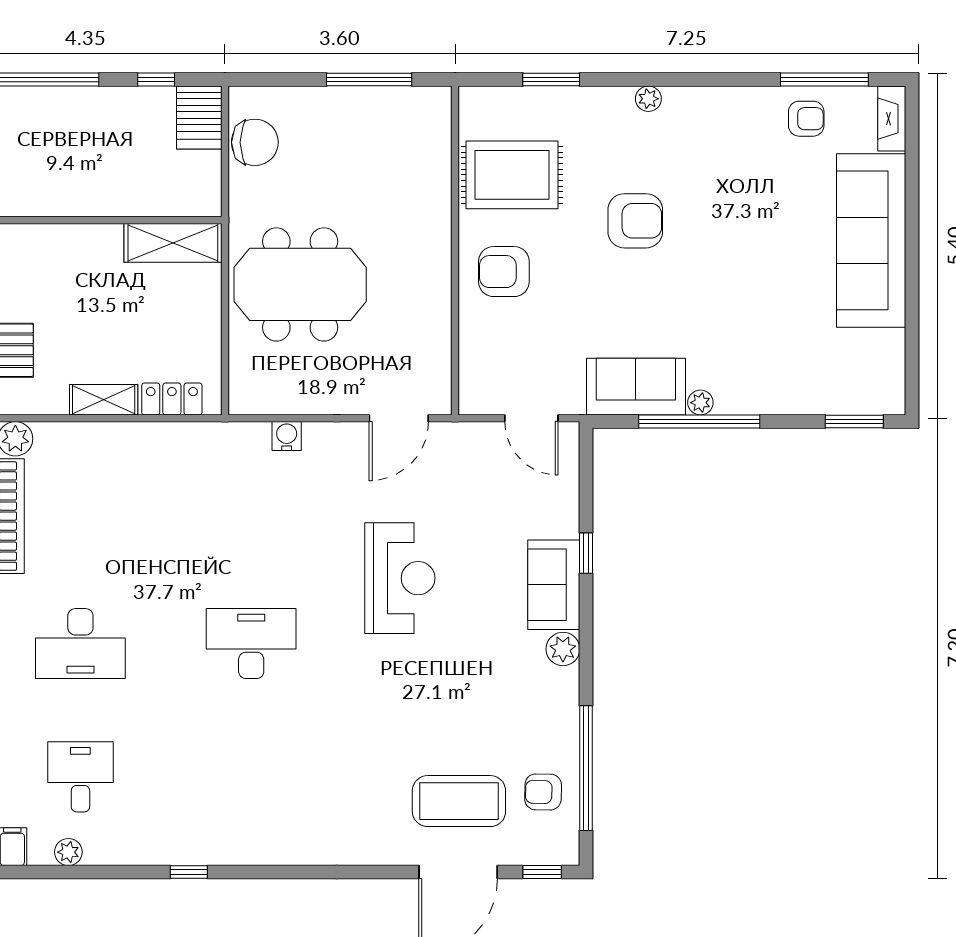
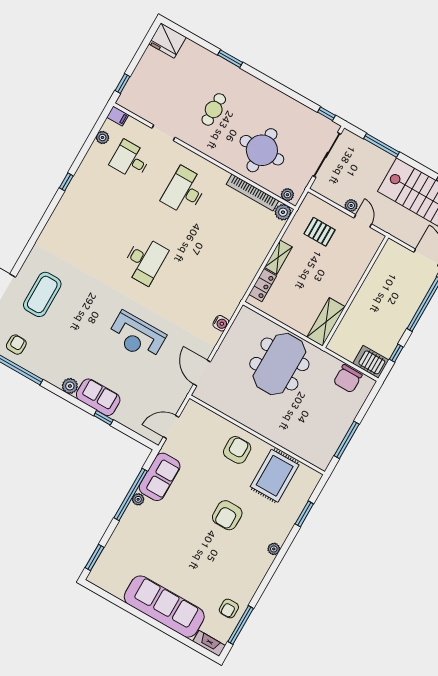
desk: (80, 777) -> (130, 160), turned 180
coffee table: (459, 801) -> (42, 294), moved

